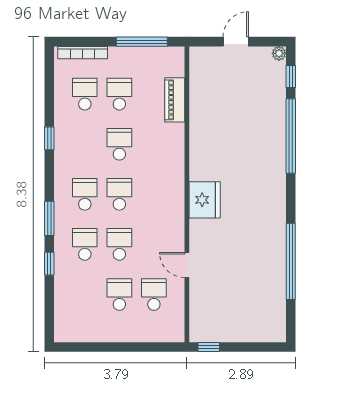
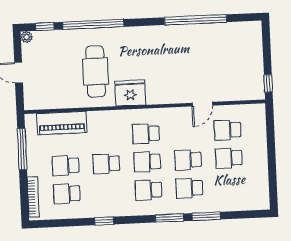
piano: (175, 100) -> (62, 123), width x1.37, depth x1.33
cafe table: (233, 136) -> (96, 71), added
school desk: (154, 194) -> (146, 134), added
fridge: (205, 200) -> (130, 93), moved
window: (49, 264) -> (206, 216), width x1.50

